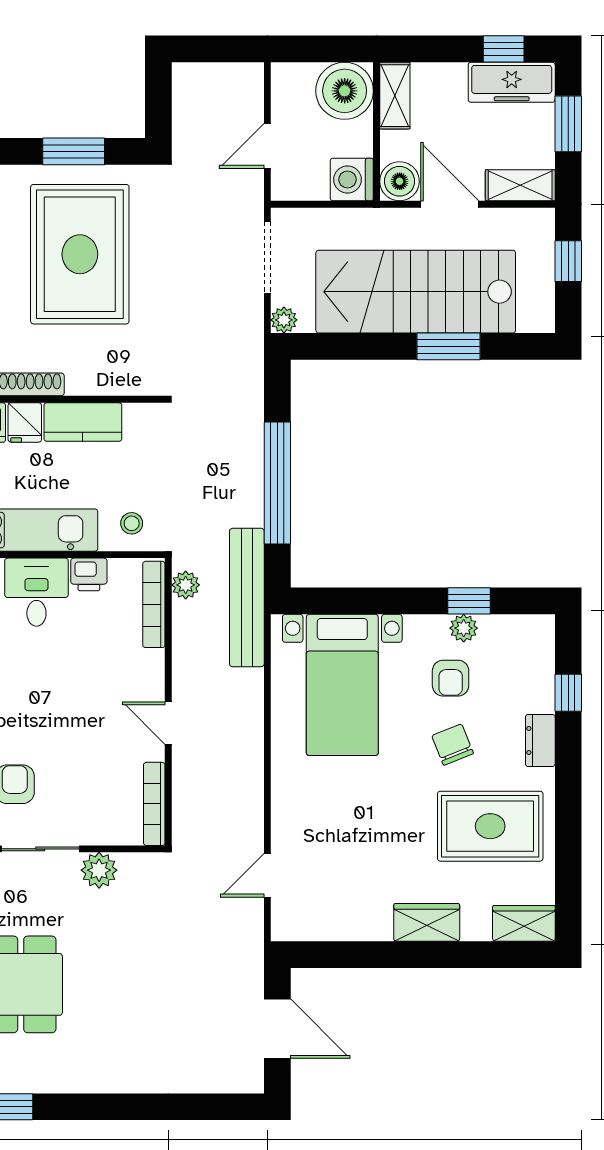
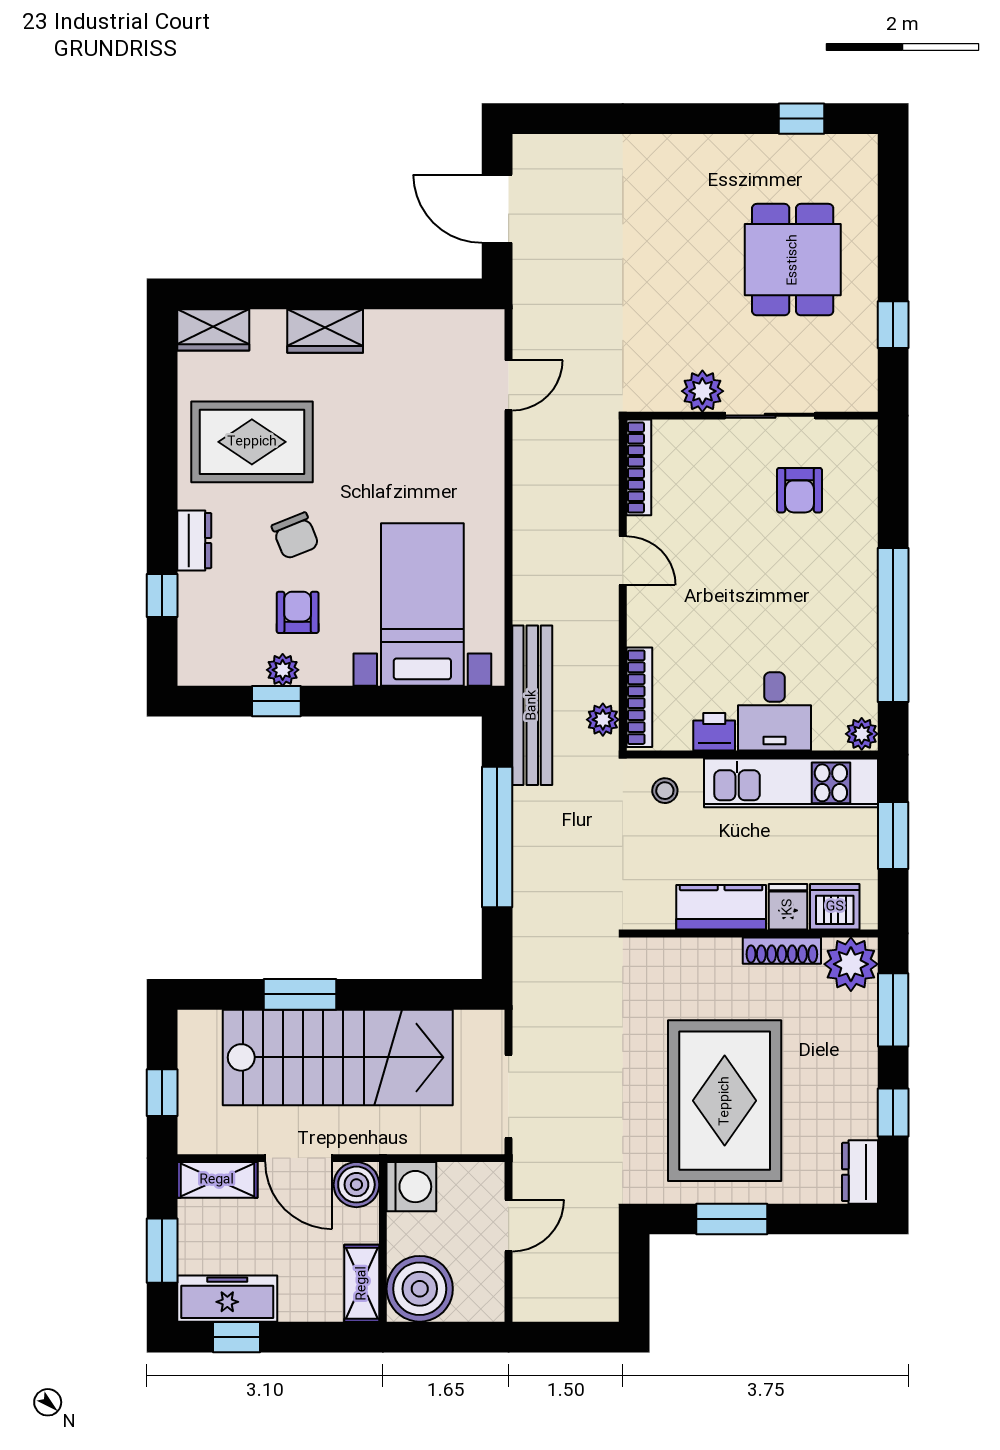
plant: (284, 320) -> (490, 1025), removed

